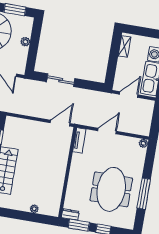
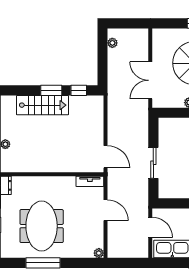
sliding door: (61, 80) -> (153, 163), moved
meeting table: (111, 189) -> (42, 226), turned 90

